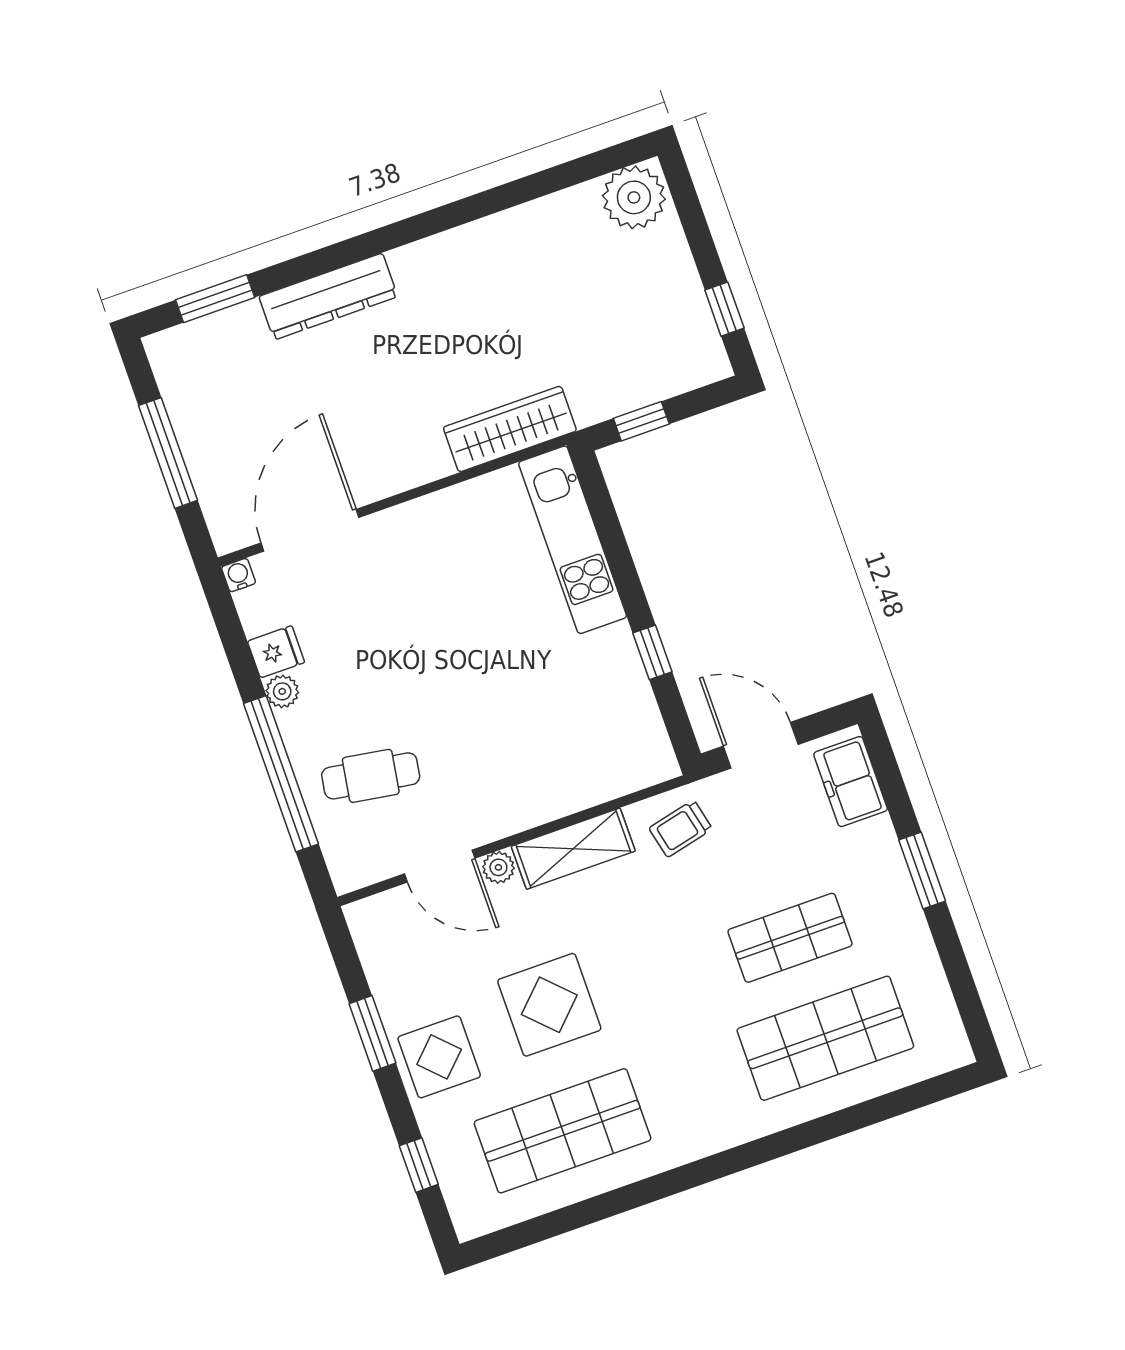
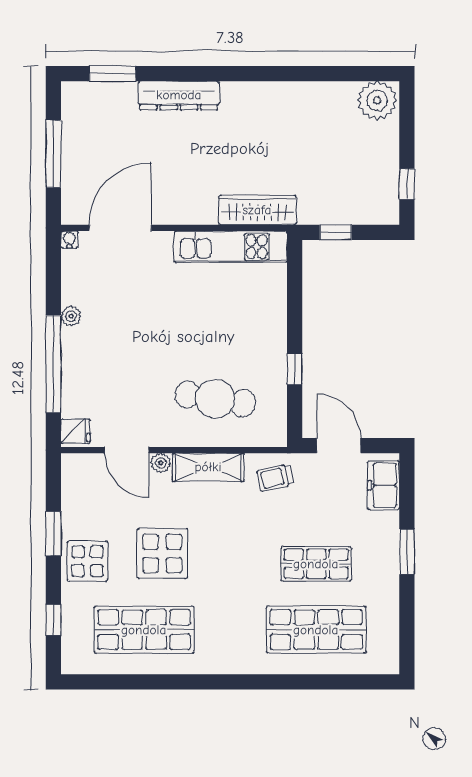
kitchen unit: (573, 540) -> (231, 247), moved, turned -90
fridge: (276, 652) -> (75, 431), moved
cafe table: (371, 776) -> (215, 399), moved, width x1.37, depth x1.35

